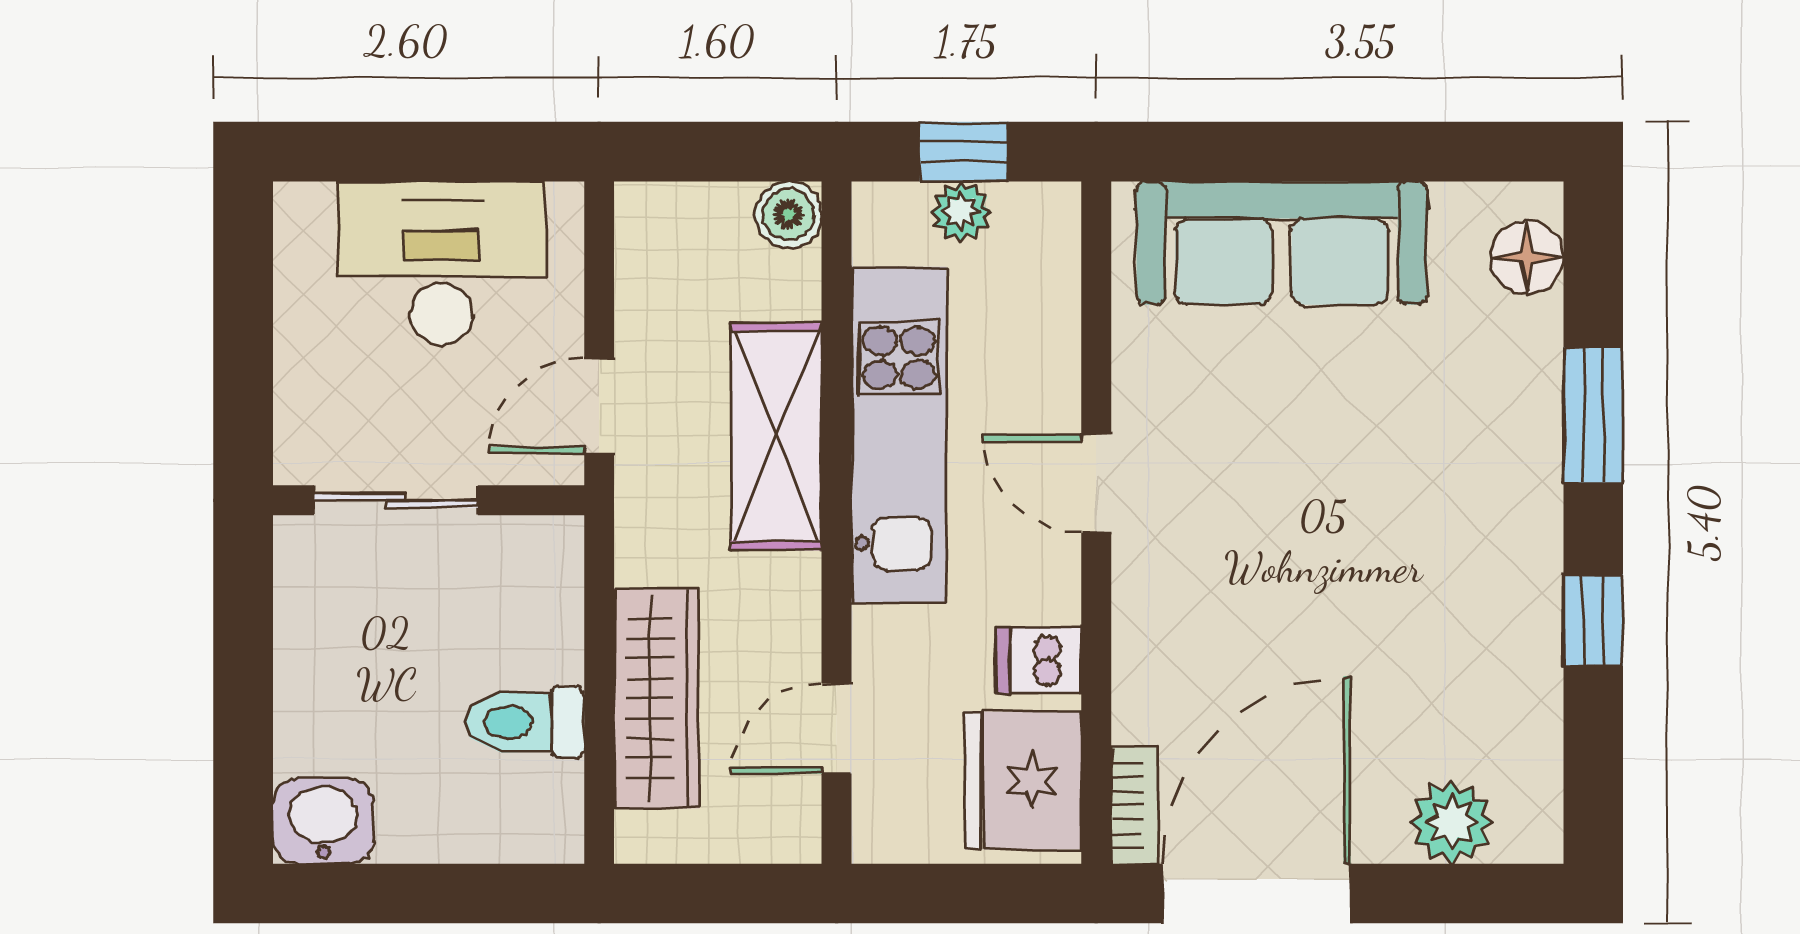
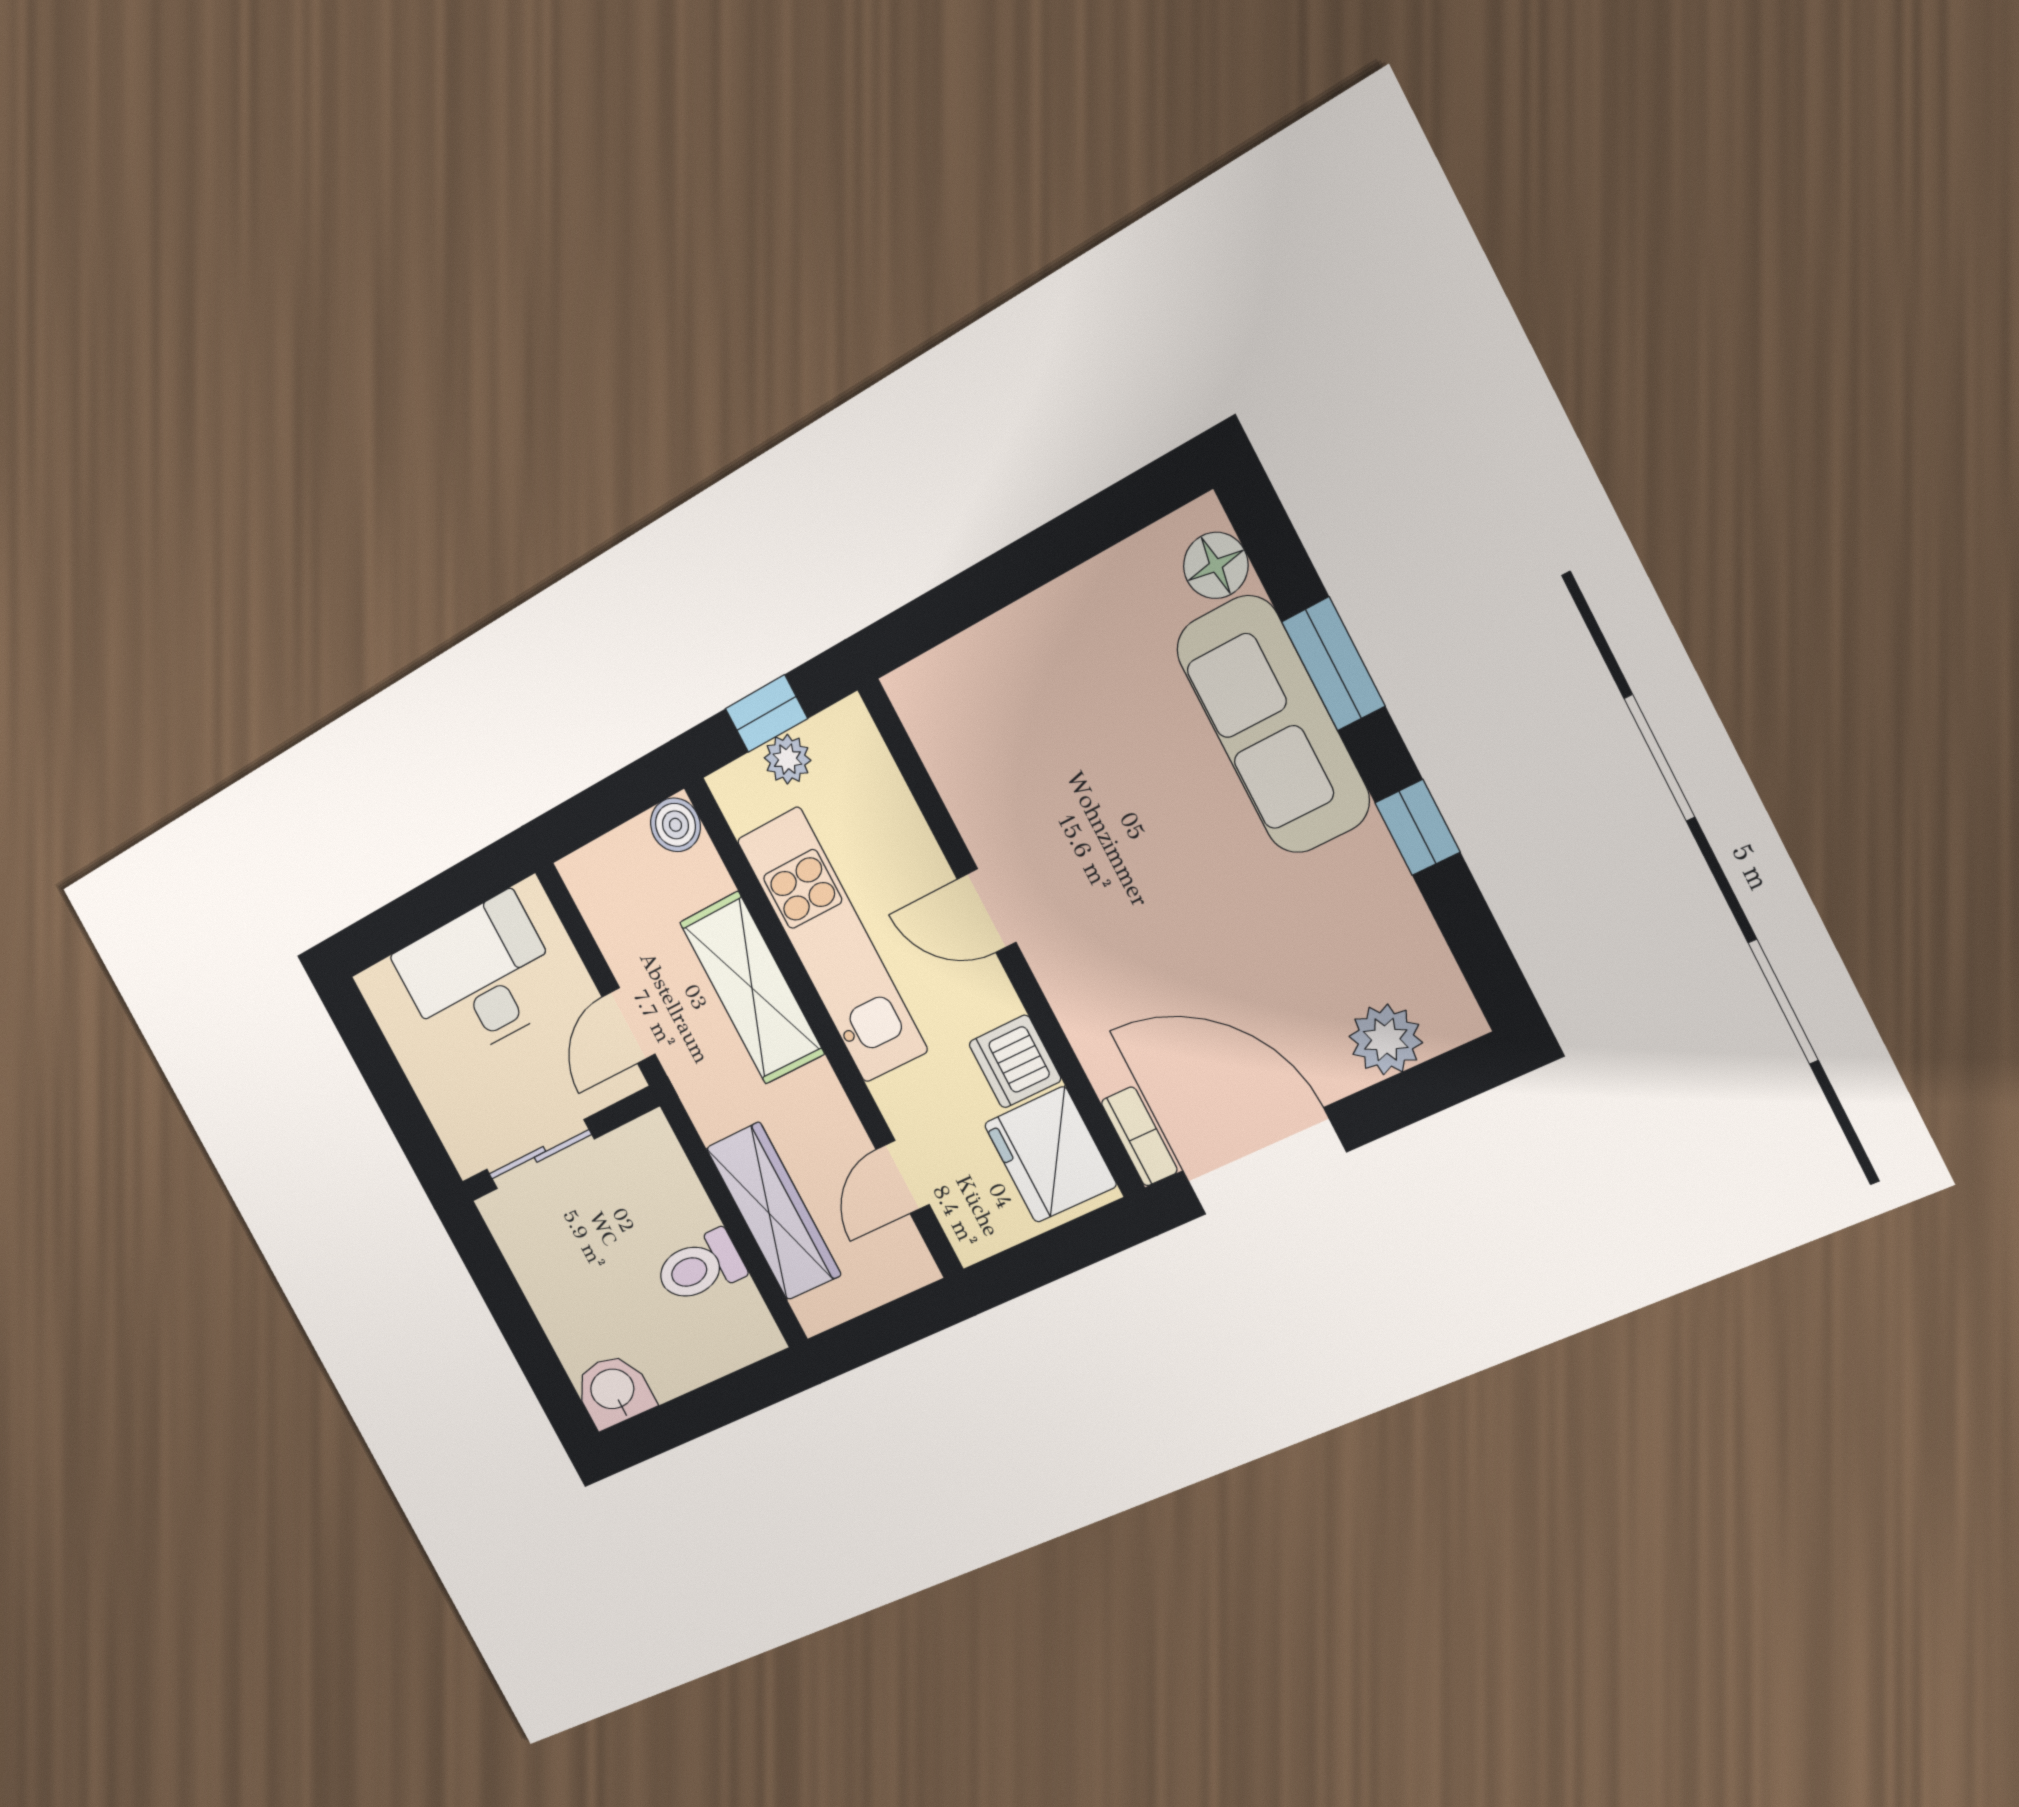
sofa: (1282, 243) -> (1273, 725), moved, turned 90
dishwasher: (1039, 660) -> (1015, 1062), width x1.38
door: (1256, 893) -> (1264, 1161), hinge flipped

